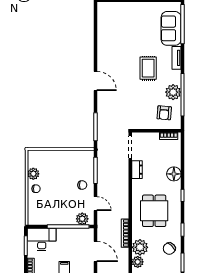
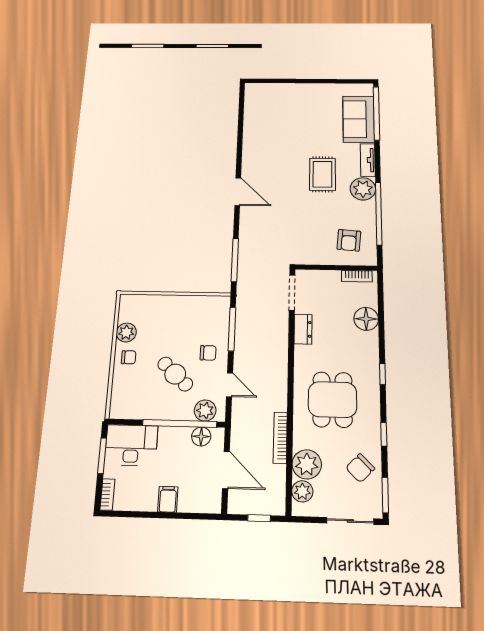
plant: (173, 92) -> (363, 189), moved
floor lamp: (174, 174) -> (366, 319), moved
cafe table: (64, 198) -> (175, 374), added
floor lamp: (81, 233) -> (201, 436), added

